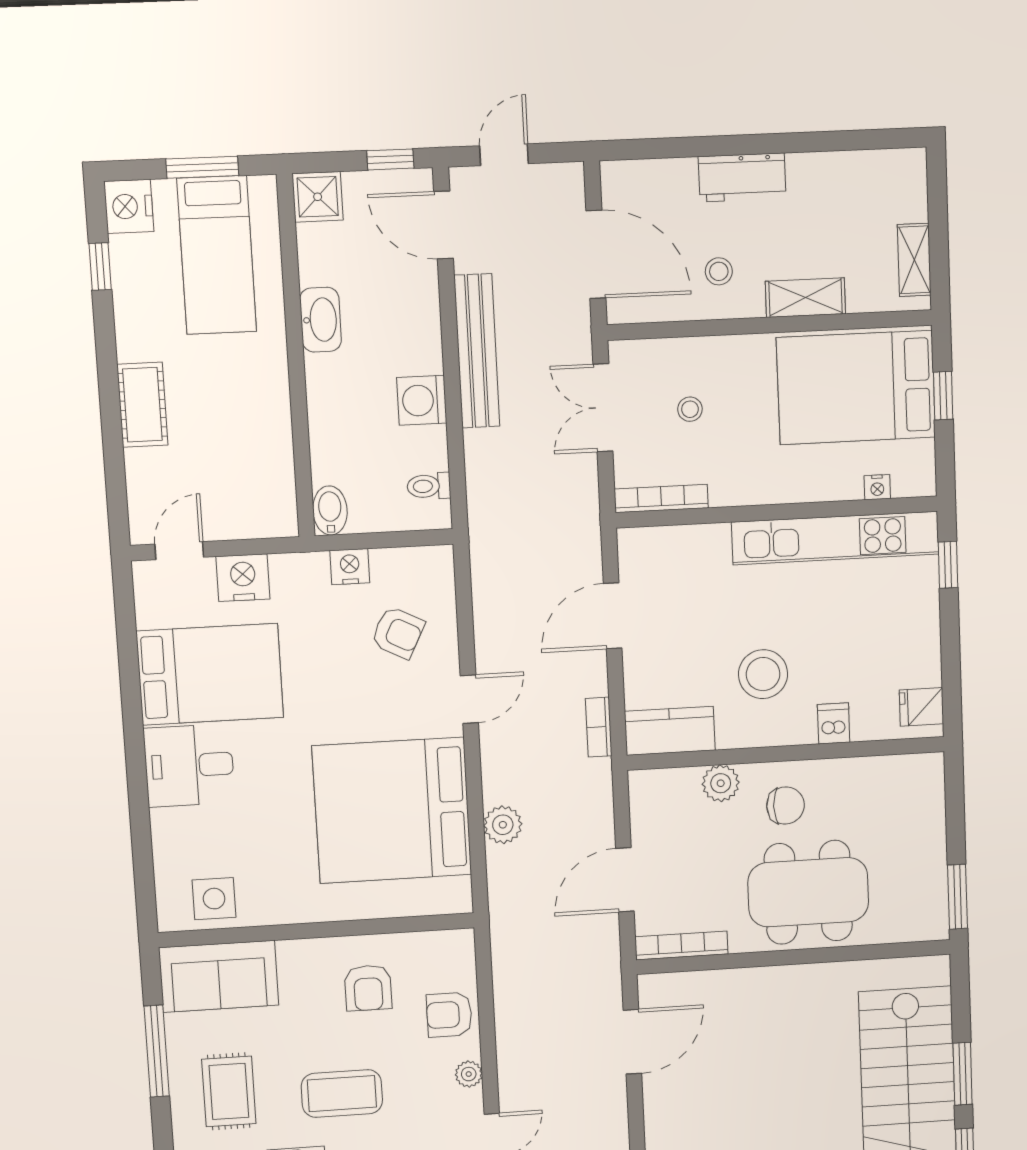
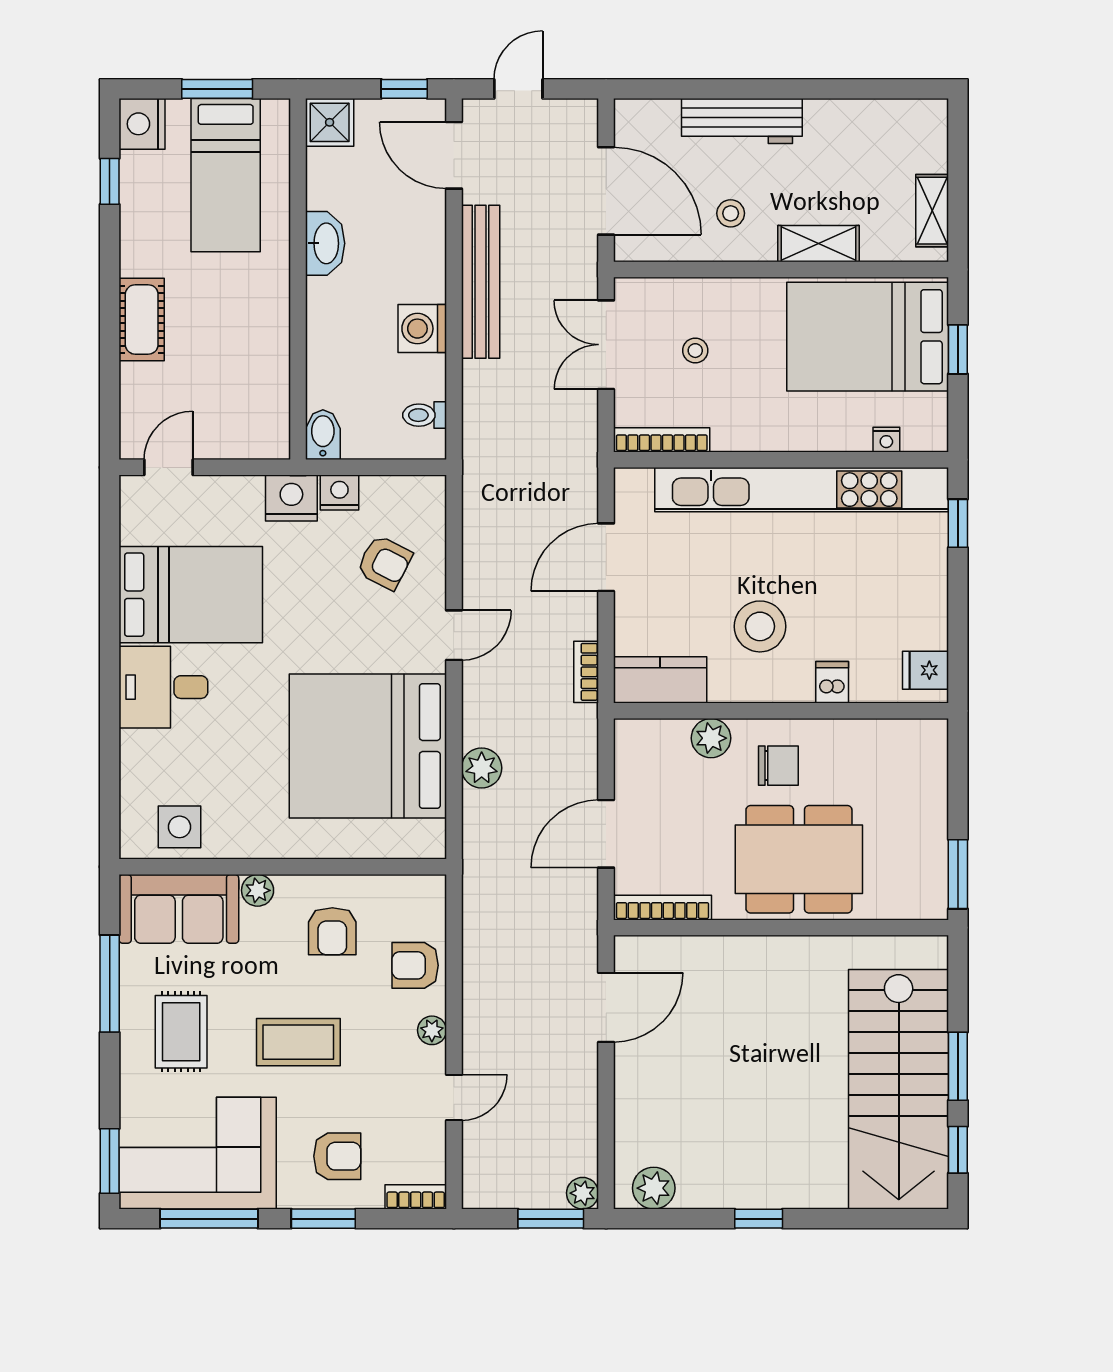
workbench: (742, 177) -> (742, 121), width x1.37
kitchen unit: (835, 538) -> (802, 490), width x1.36
nightstand: (243, 578) -> (291, 498), moved
plant: (294, 954) -> (258, 890), added

